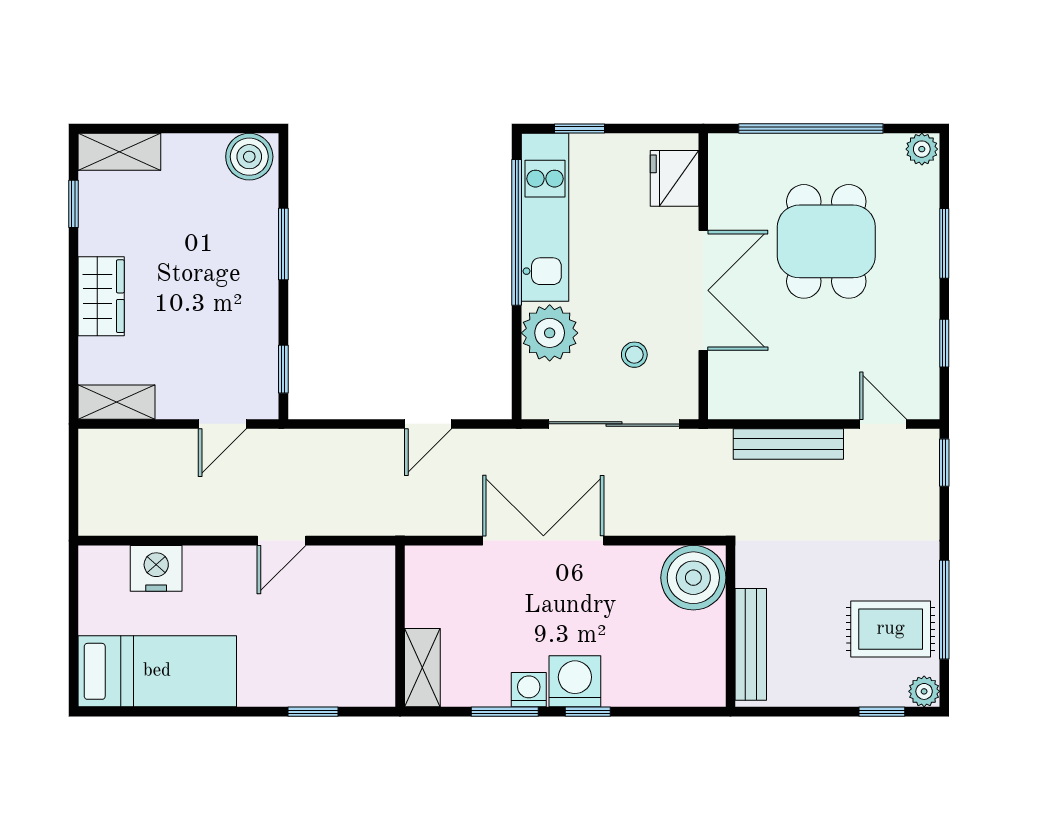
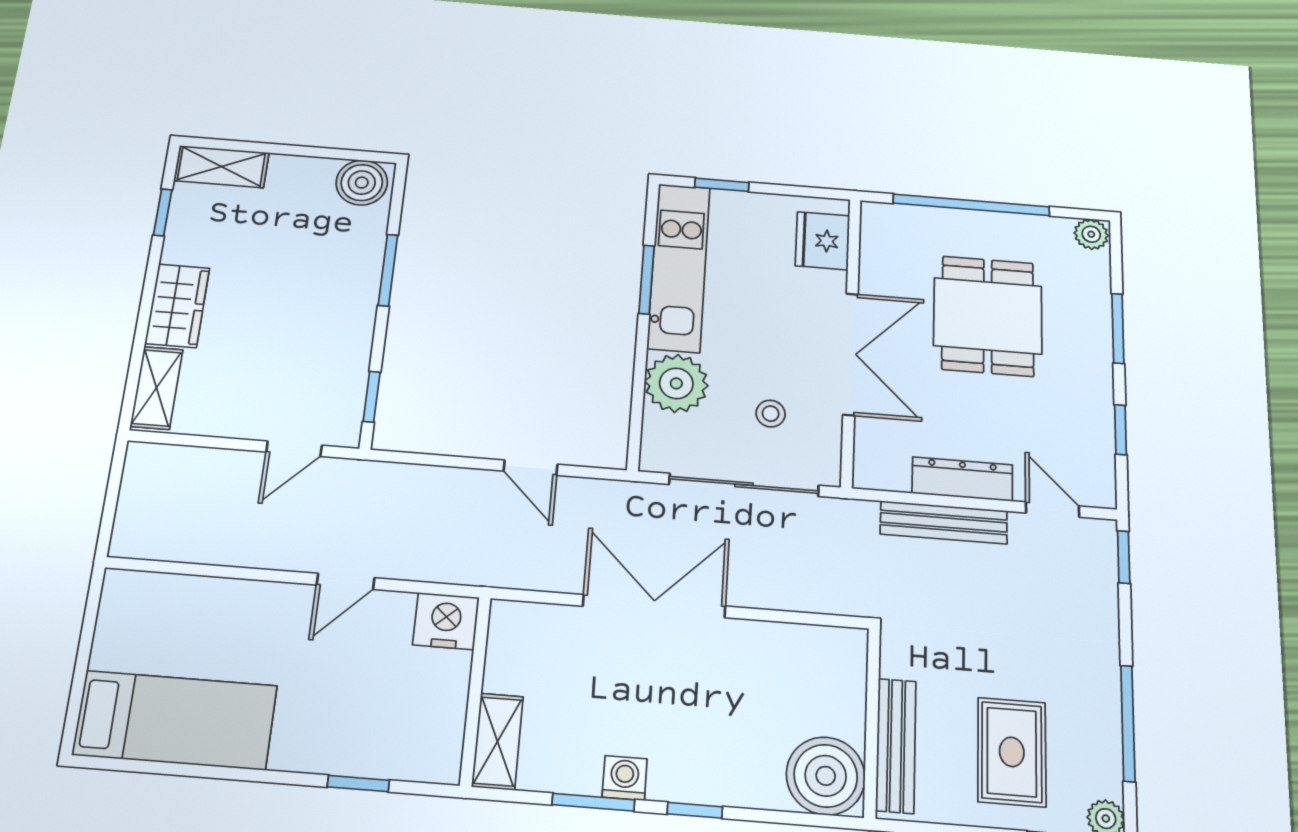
window: (517, 232) -> (647, 279), width x0.47
shelving: (116, 402) -> (157, 388), moved, turned 90
dresser: (804, 402) -> (962, 479), added
door: (428, 424) -> (530, 468), hinge flipped
nightstand: (156, 568) -> (446, 621), moved
boiler: (693, 578) -> (826, 776), moved
rug: (891, 629) -> (1012, 752), moved, turned 90
washing machine: (575, 681) -> (681, 772), removed

